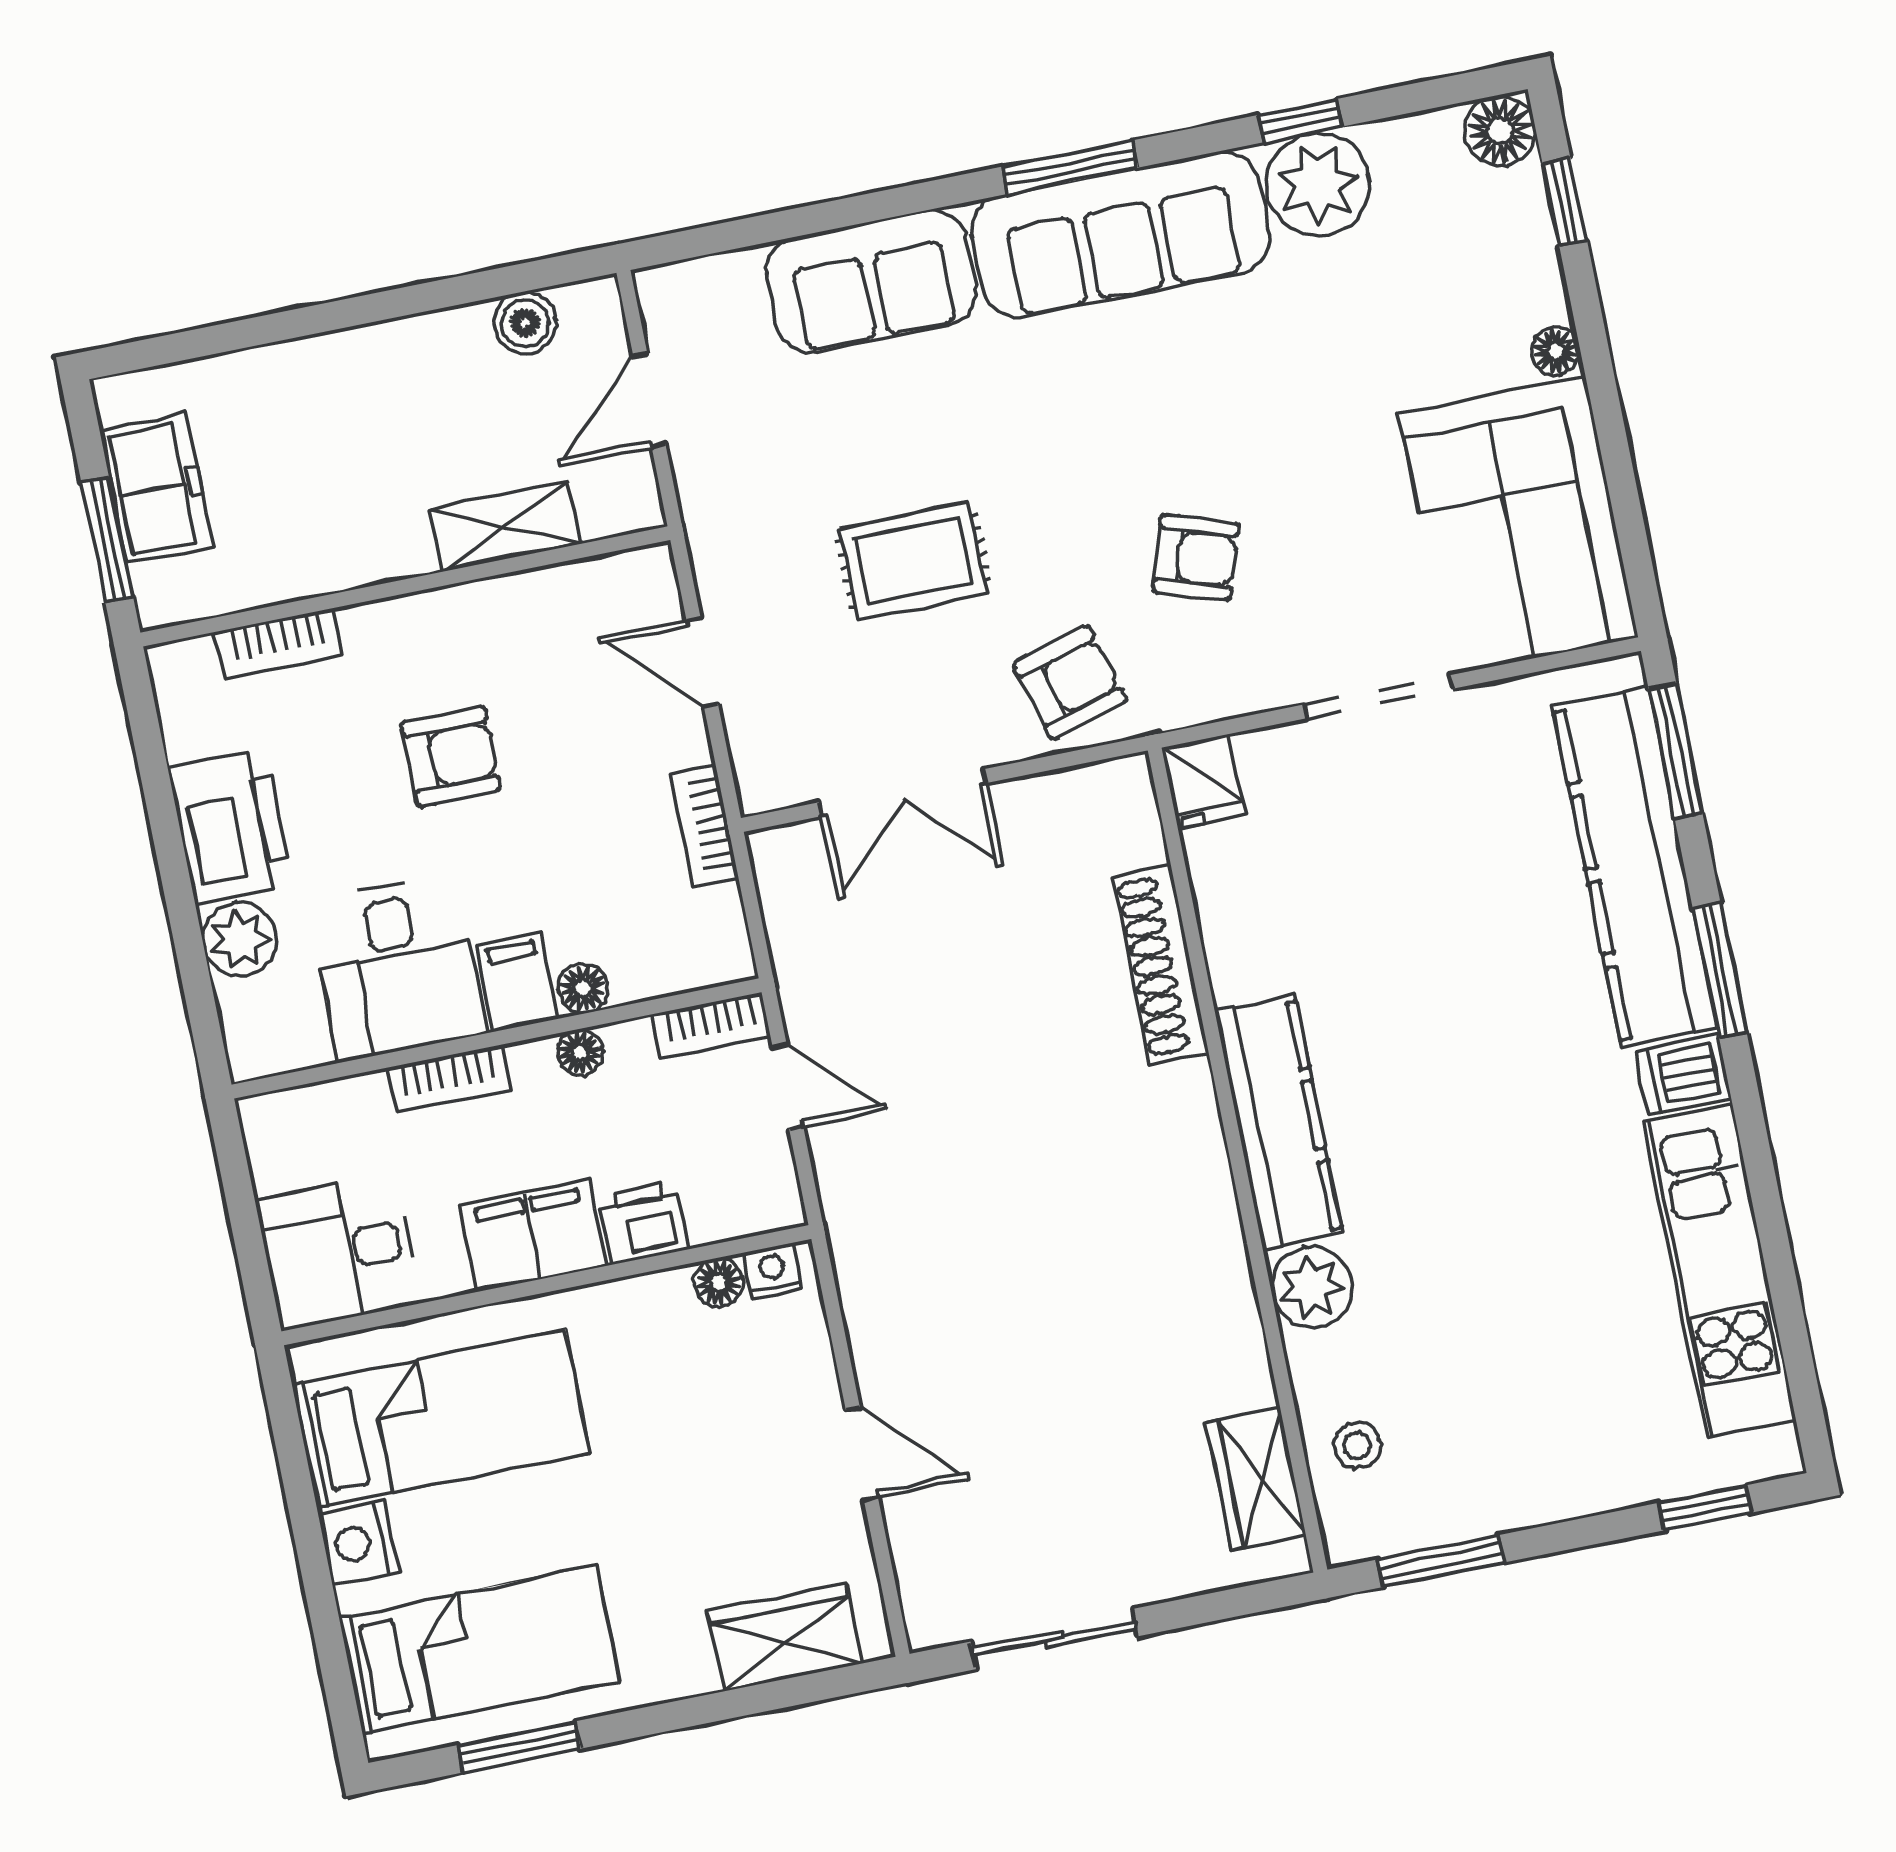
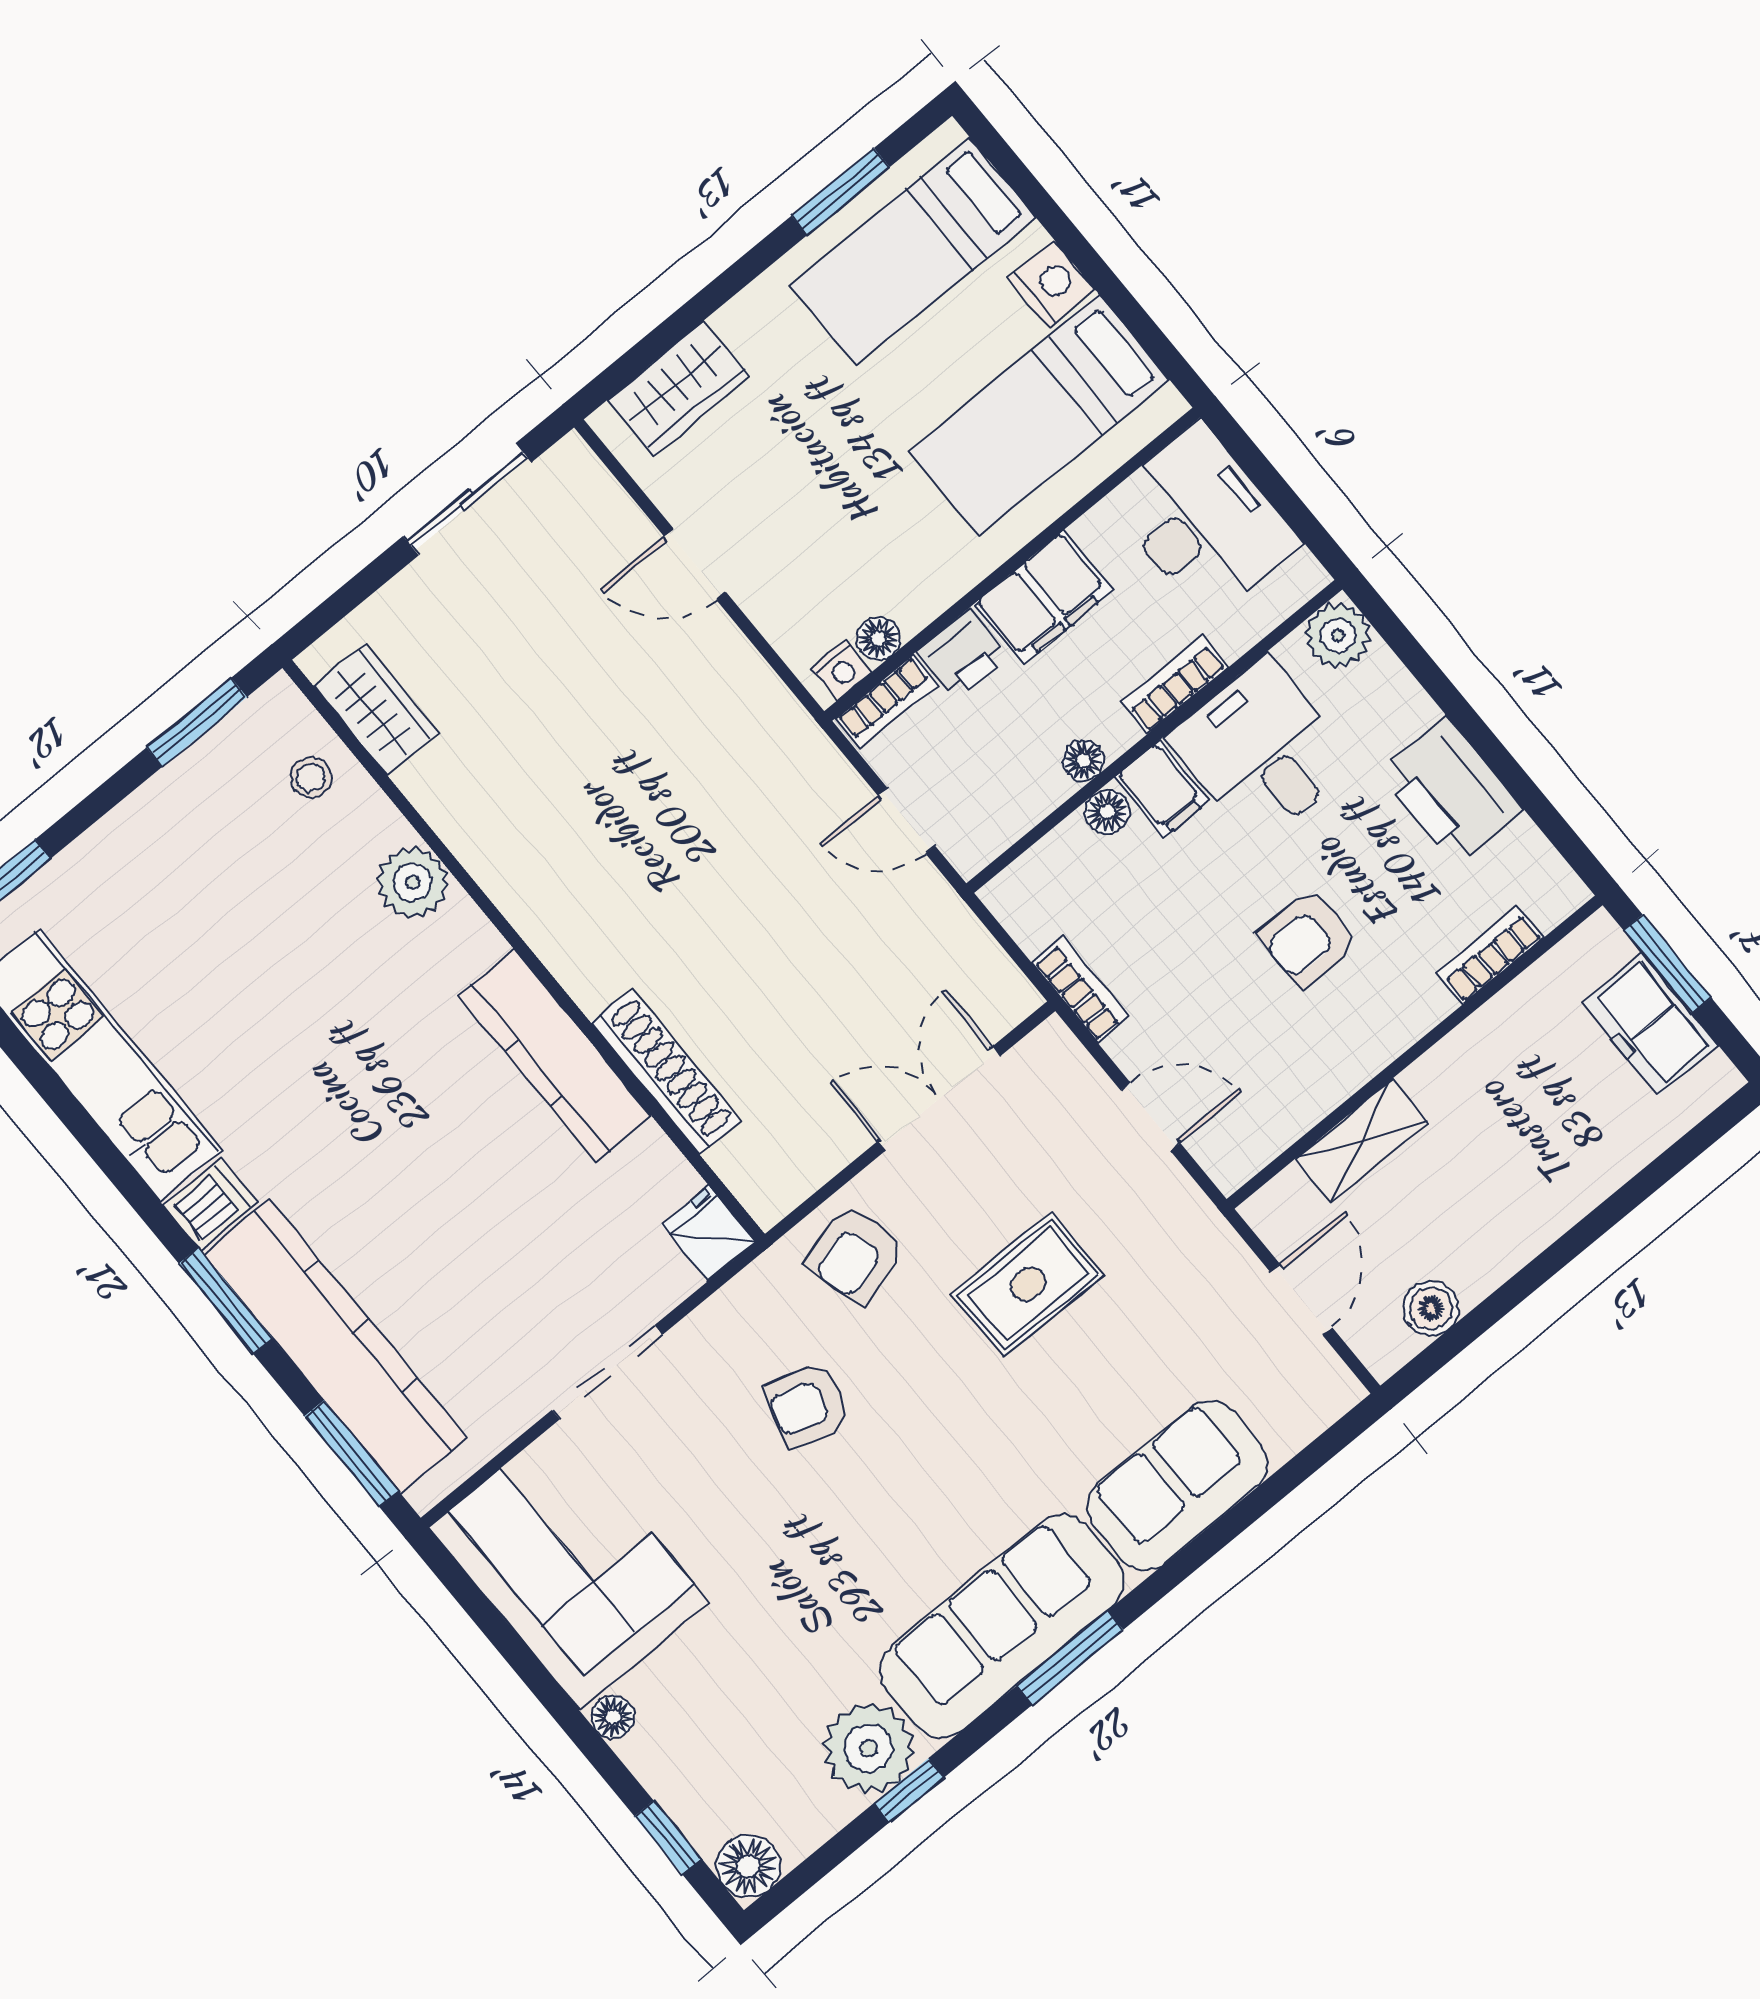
plant: (240, 939) -> (1338, 635), moved
bookcase: (711, 1025) -> (887, 702), moved, turned 180
kitchen counter: (1279, 1122) -> (555, 1055), moved
desk: (339, 1251) -> (1203, 521), width x1.37

